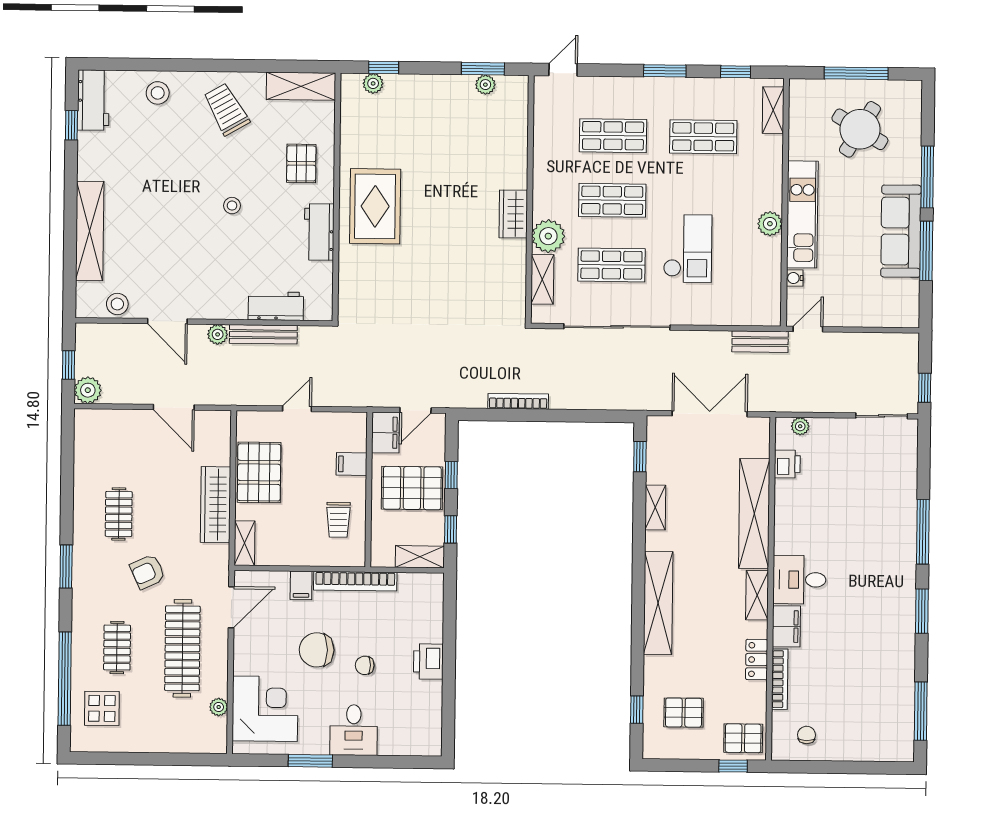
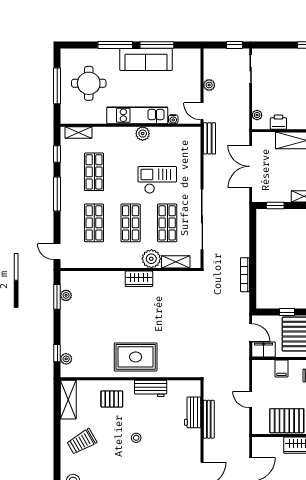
window: (665, 71) -> (57, 194), width x1.44
round table: (860, 129) -> (89, 83), turned -31
plant: (218, 334) -> (209, 85), moved

